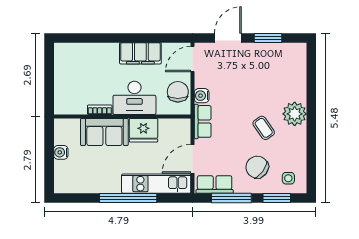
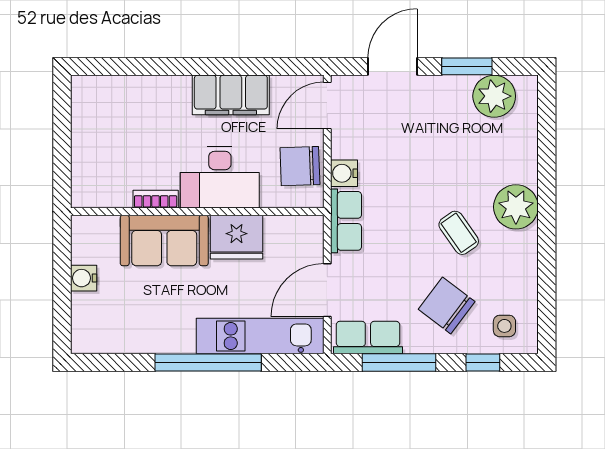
plant: (283, 54) -> (494, 96), added
chair: (178, 92) -> (300, 166), turned -92
window: (277, 198) -> (483, 363), width x0.67

